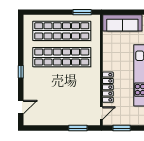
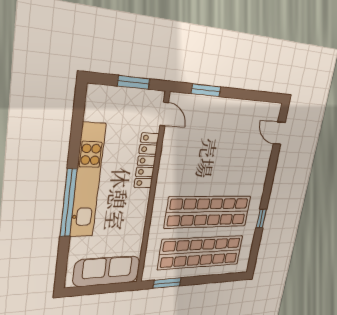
window: (21, 72) -> (261, 218), moved
door: (21, 107) -> (279, 133), hinge flipped
door: (101, 113) -> (164, 114), swing flipped

